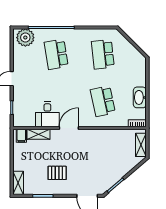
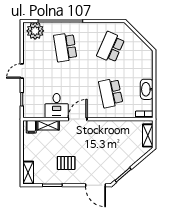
school desk: (103, 54) -> (111, 47), turned 30

